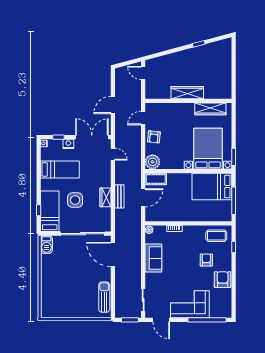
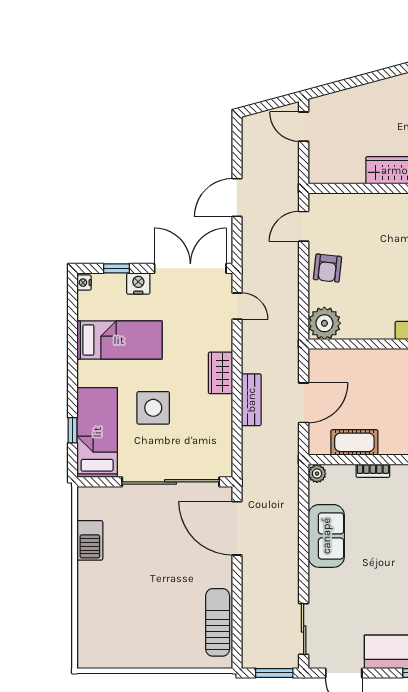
cot: (156, 179) -> (354, 442), moved
wardrobe: (105, 197) -> (220, 373), moved
barbecue: (46, 244) -> (90, 540), moved

